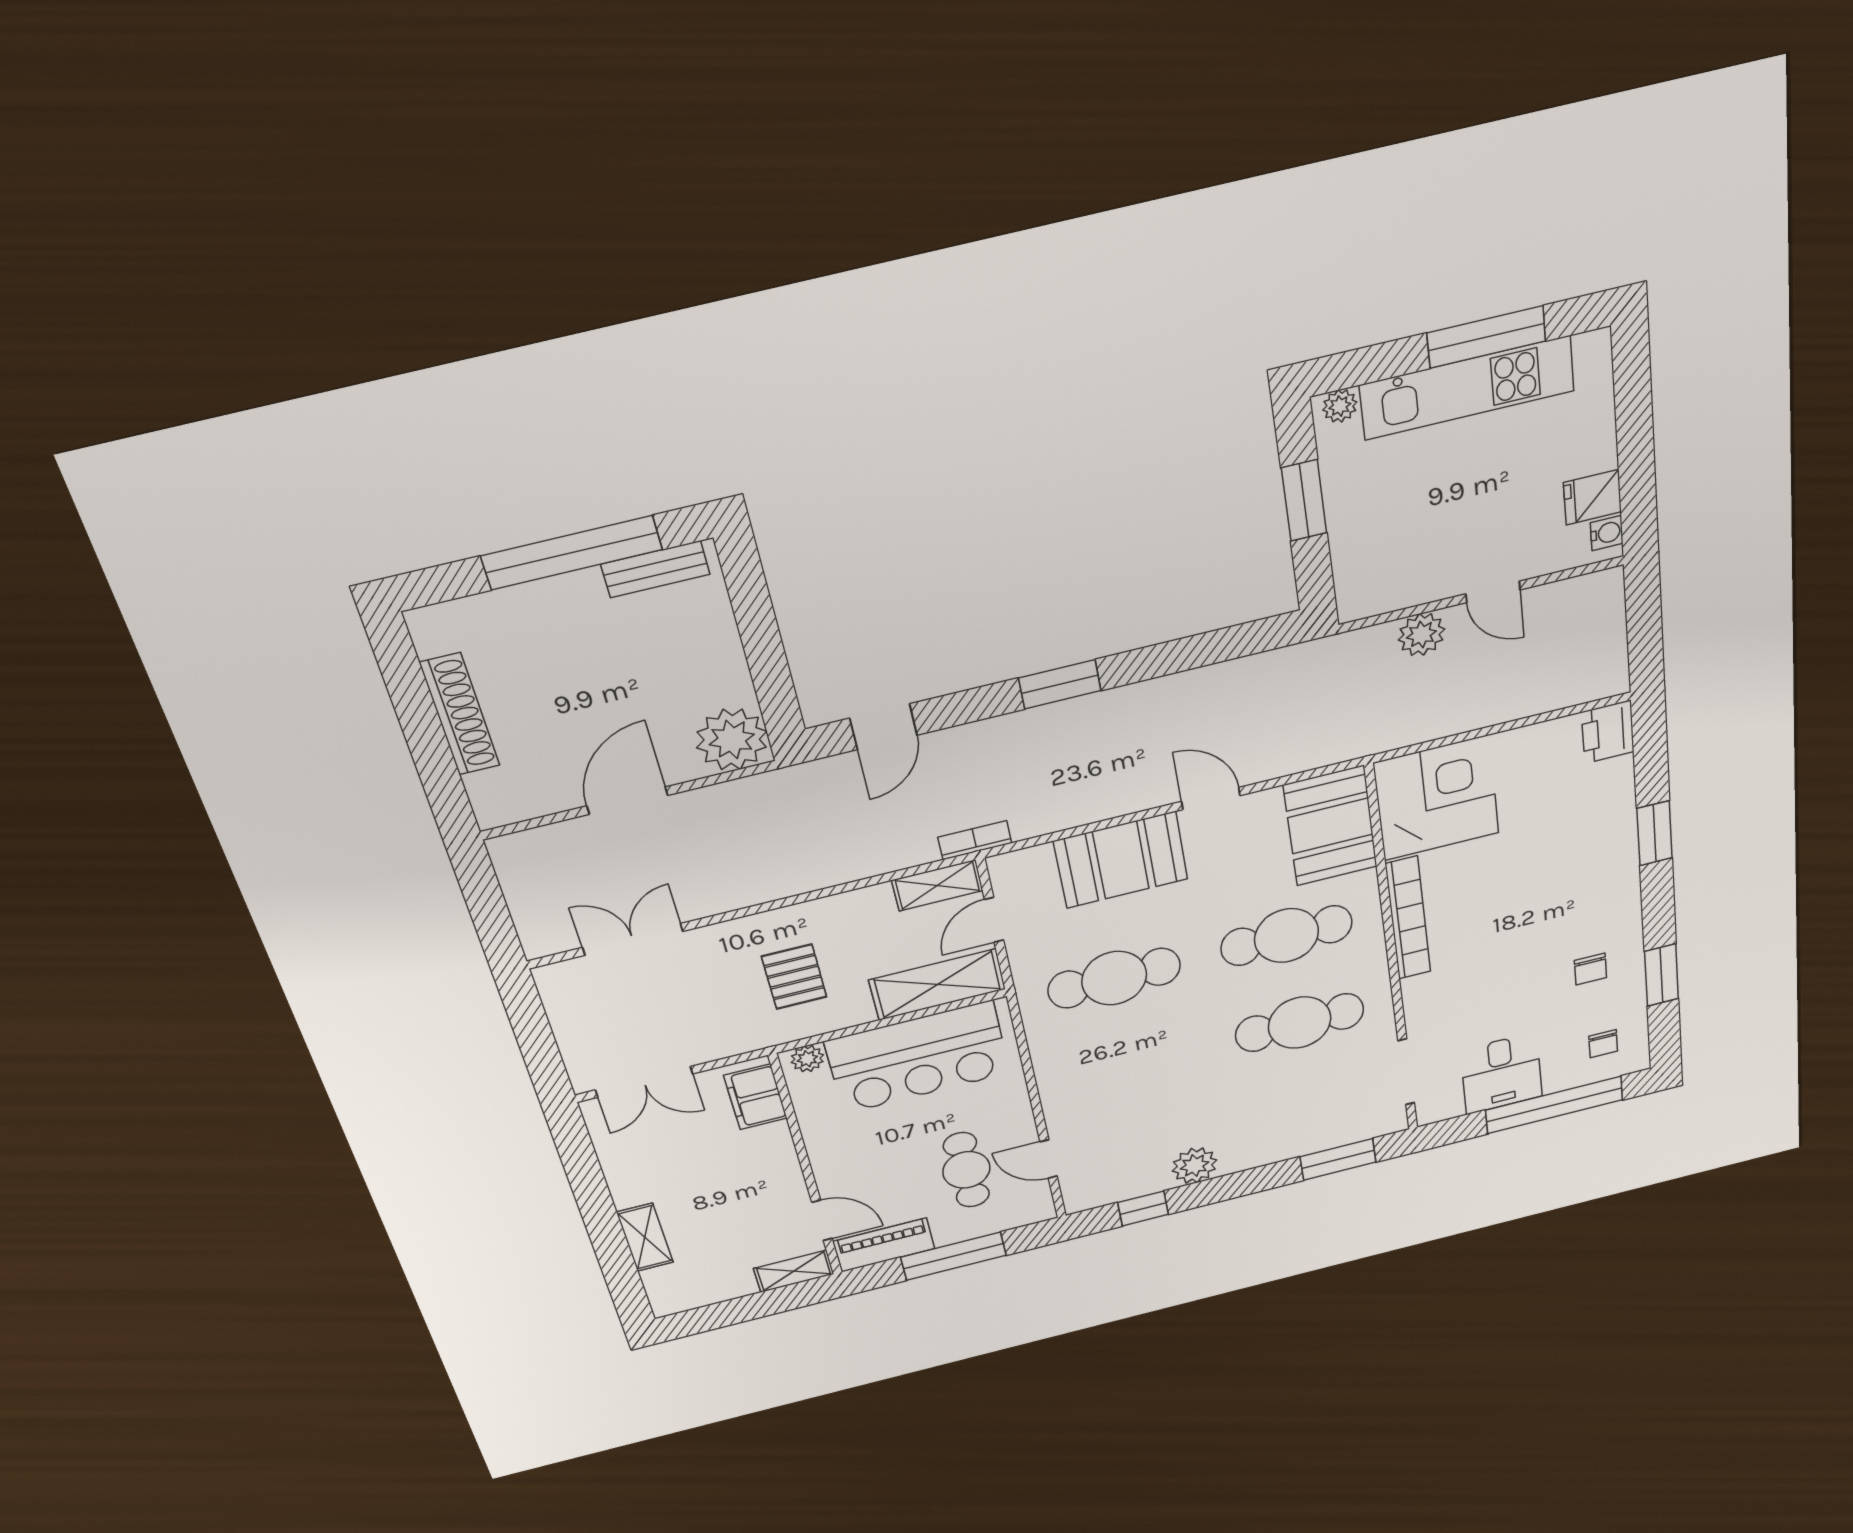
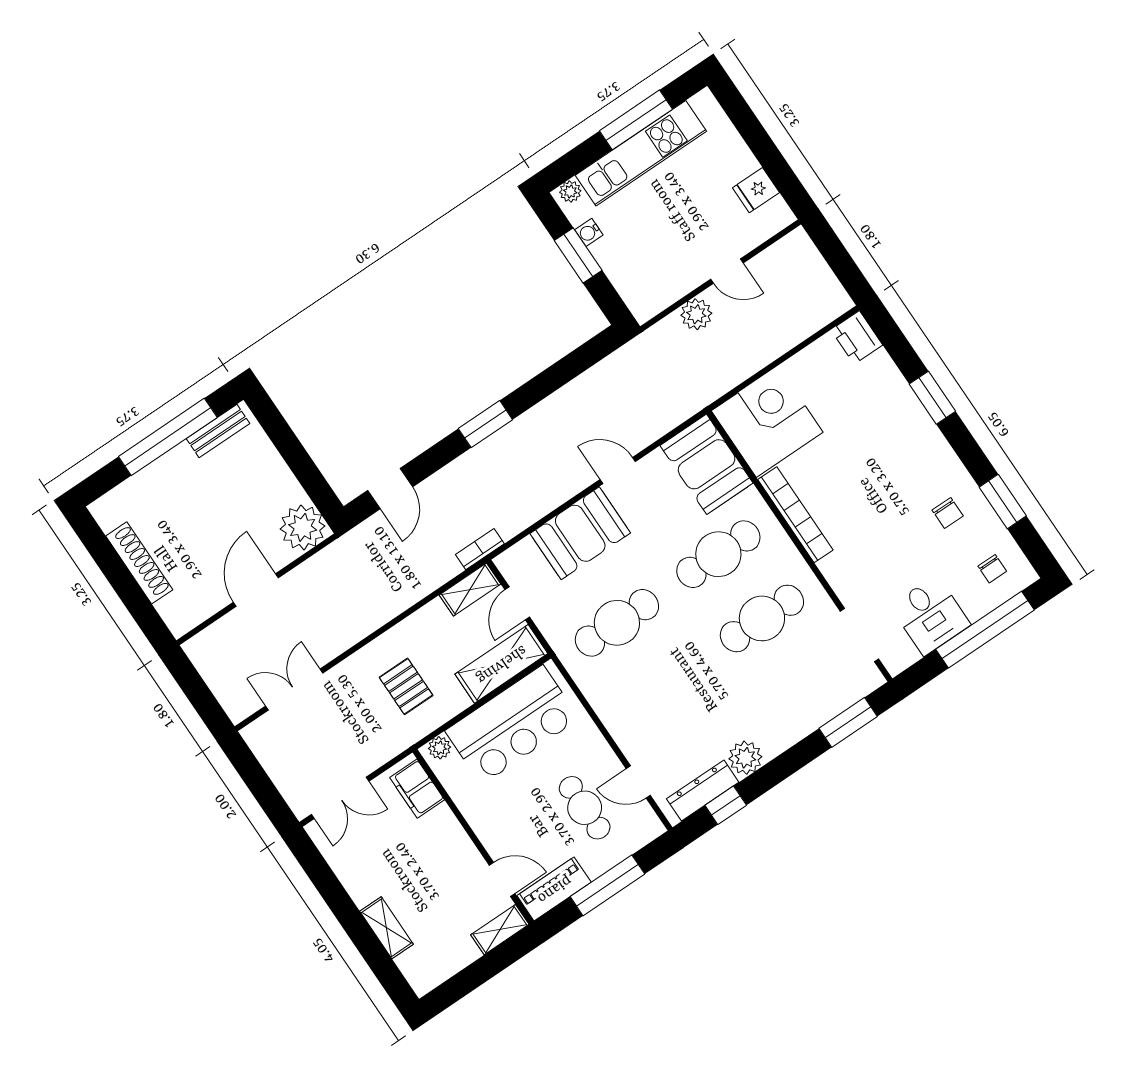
water cooler: (1607, 533) -> (589, 232), moved, turned 180
dresser: (1124, 1187) -> (703, 791), added

